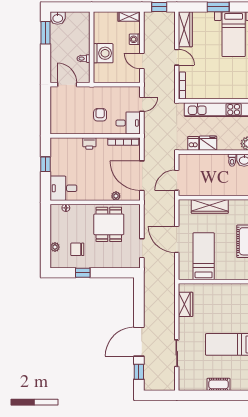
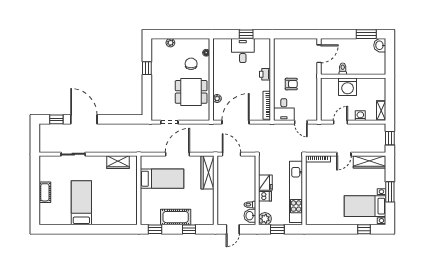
dishwasher: (193, 143) -> (265, 196), moved
desk: (63, 188) -> (243, 51), moved
wardrobe: (210, 206) -> (208, 172), moved
chair: (77, 249) -> (191, 64), moved

